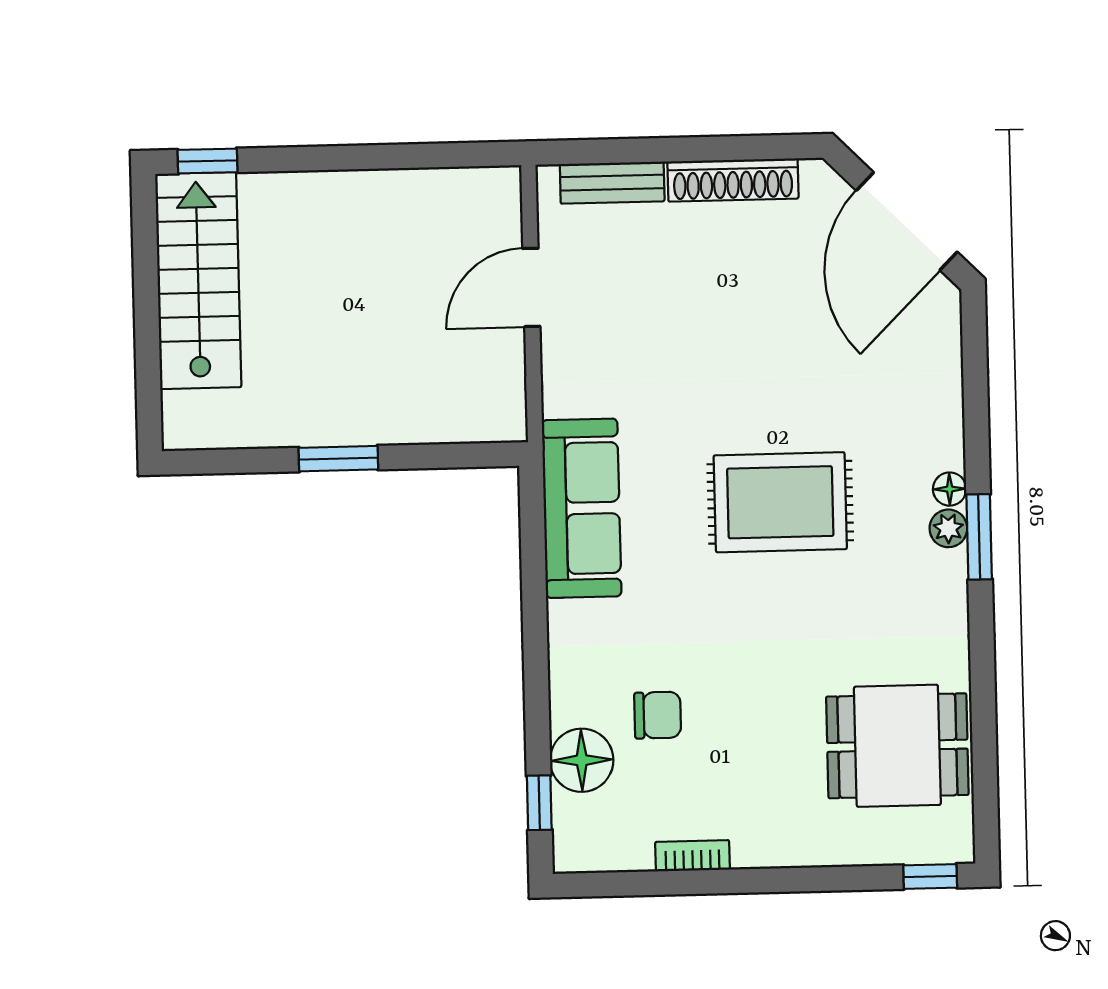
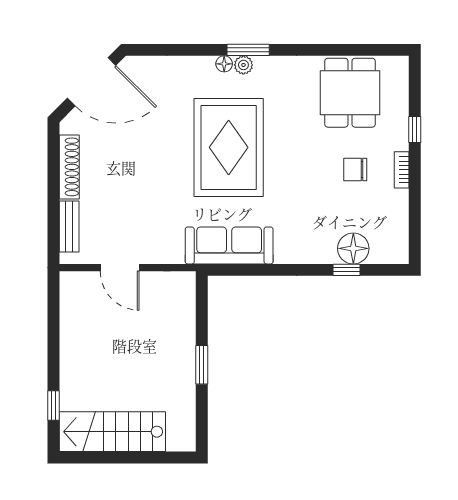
window: (207, 161) -> (53, 405), moved
rug: (780, 502) -> (229, 147), width x1.37, depth x1.44
chair: (658, 715) -> (355, 170), moved, turned -90
window: (539, 803) -> (346, 270), moved
bookcase: (692, 856) -> (402, 170), moved
window: (930, 876) -> (415, 130), moved

